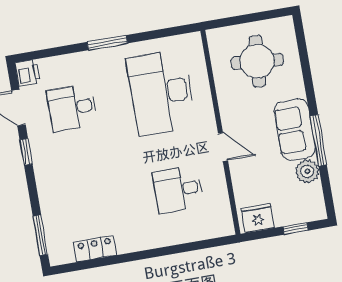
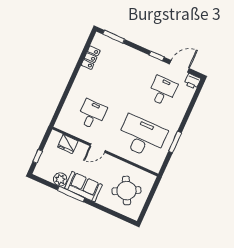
window: (107, 43) -> (175, 142), moved
round table: (257, 61) -> (126, 191), turned -32
fridge: (258, 218) -> (68, 144), moved, turned 90

